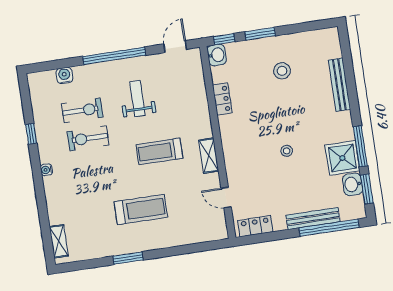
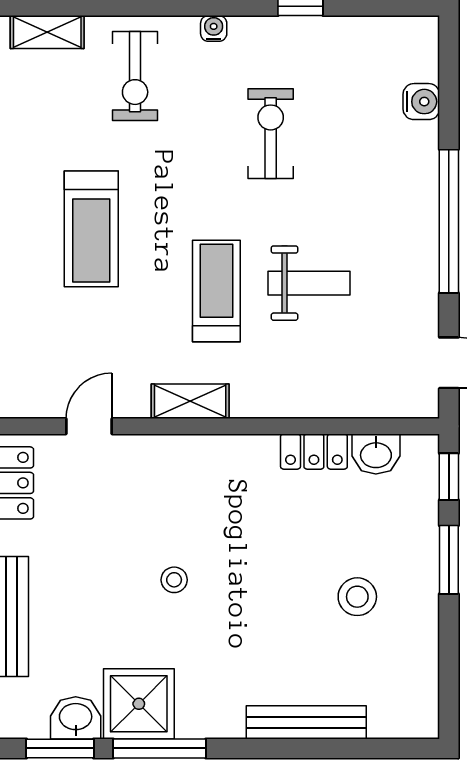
washbasin: (217, 55) -> (376, 454), moved
weight bench: (137, 99) -> (309, 283), moved
exercise bike: (82, 110) -> (135, 76), moved

